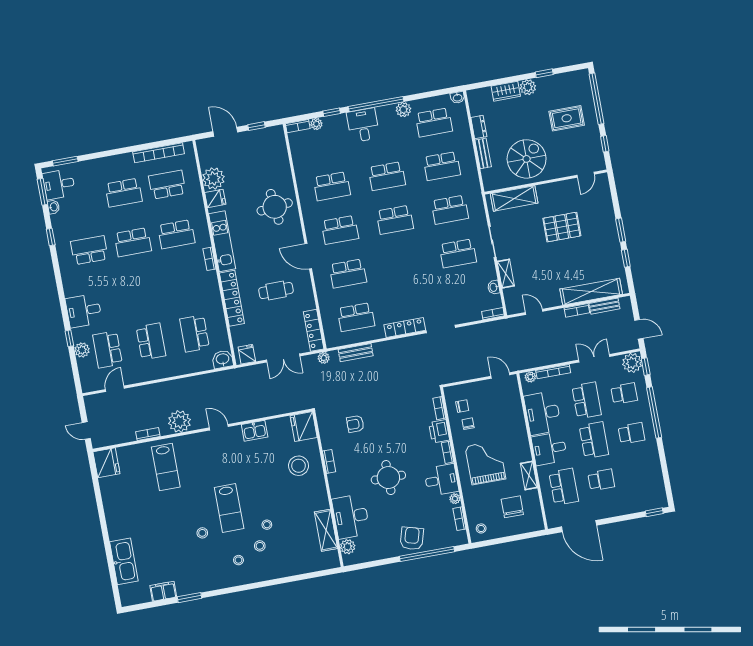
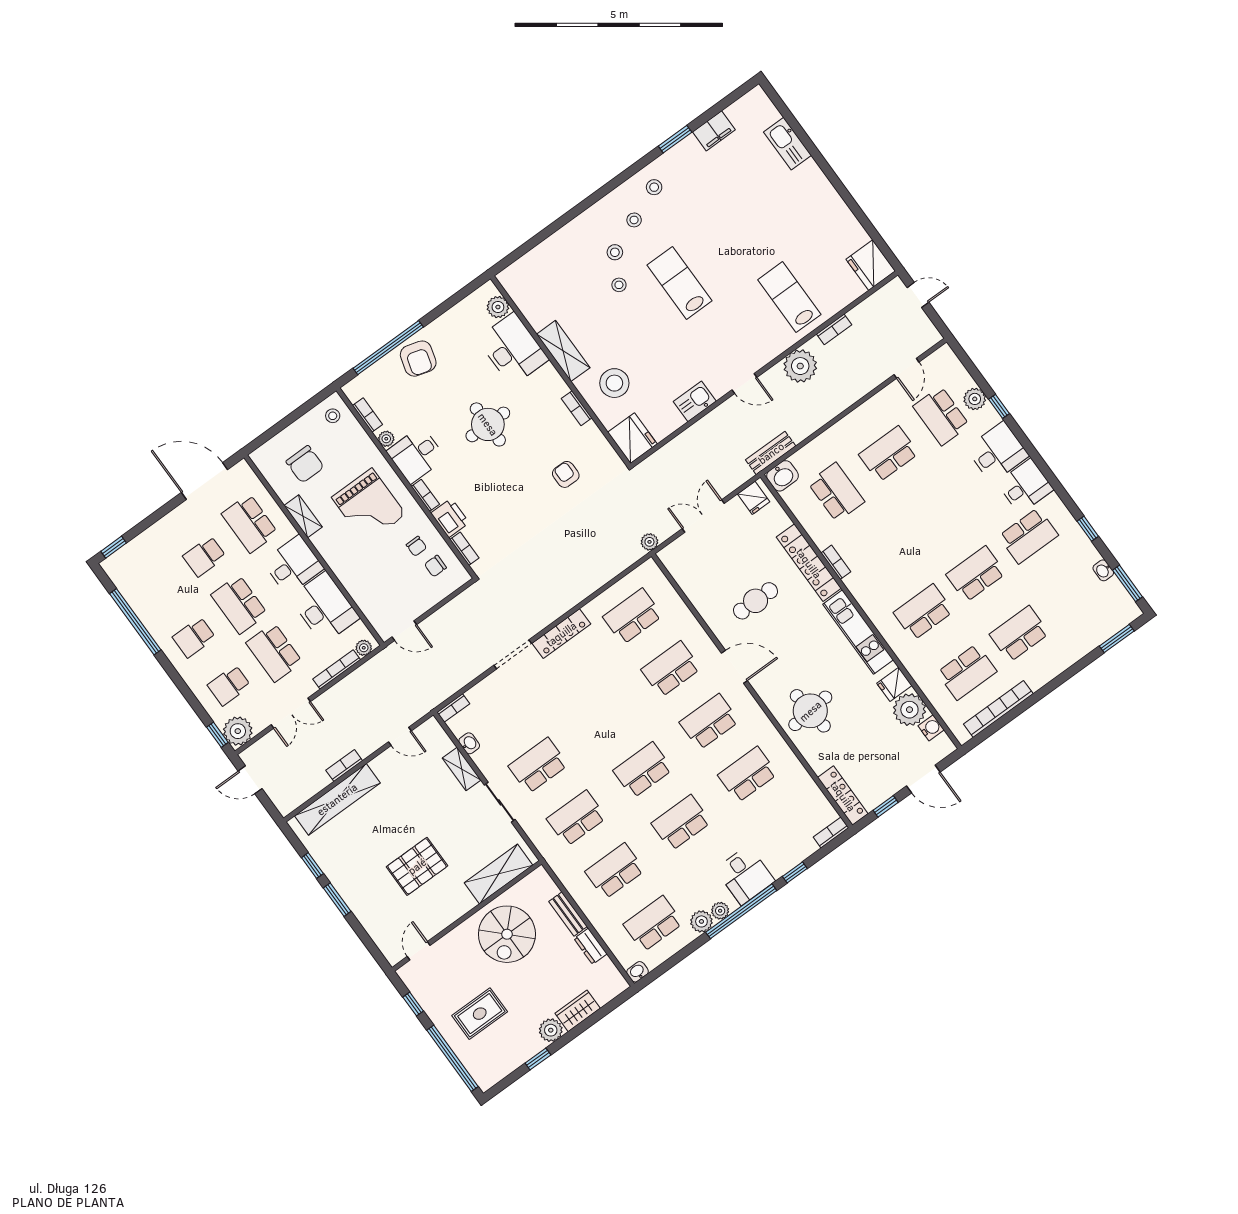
plant: (316, 124) -> (720, 911), moved
water cooler: (205, 161) -> (931, 728), added
desk: (59, 184) -> (1025, 486), moved
bookcase: (209, 259) -> (836, 562), moved
bench: (604, 306) -> (310, 789), removed
locker: (314, 330) -> (843, 796), moved
school desk: (151, 341) -> (889, 454), turned 90
school desk: (107, 349) -> (941, 416), turned 180
bench: (356, 353) -> (771, 453), moved
window: (654, 413) -> (135, 622), moved
armchair: (355, 424) -> (566, 474), turned -90
shelving: (326, 530) -> (563, 351), moved
stool: (202, 533) -> (654, 187), moved
kitchen sink: (124, 561) -> (787, 144), width x0.73, depth x0.81

